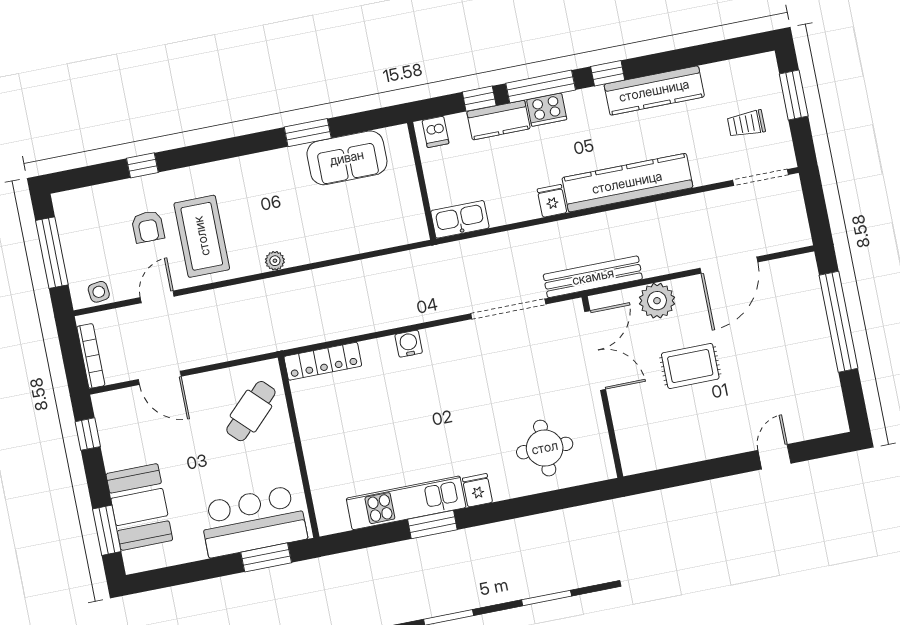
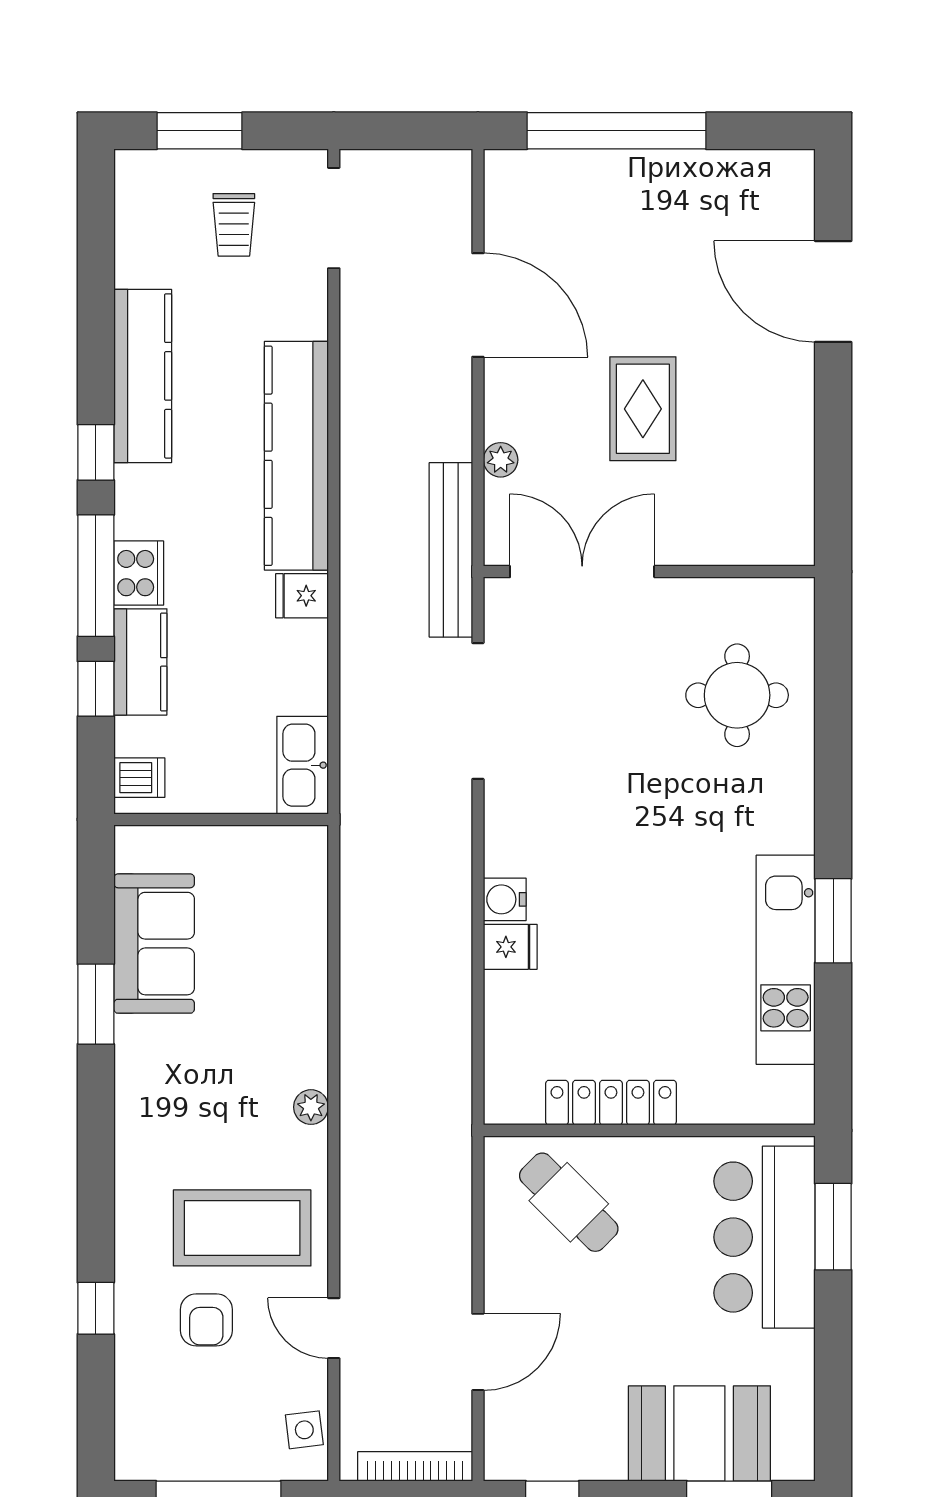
armchair: (148, 227) -> (206, 1320), turned 90
plant: (657, 301) -> (501, 460), width x0.53, depth x0.53
locker: (323, 361) -> (611, 1103), moved, turned -90
door: (774, 457) -> (833, 291), width x1.87
fridge: (477, 490) -> (510, 947), moved, turned 180

